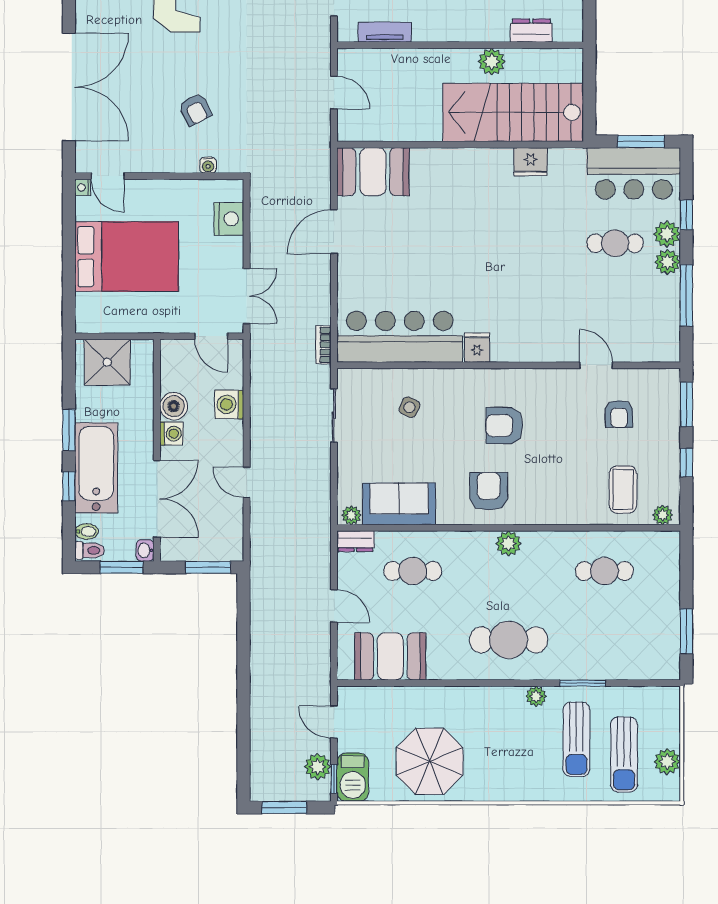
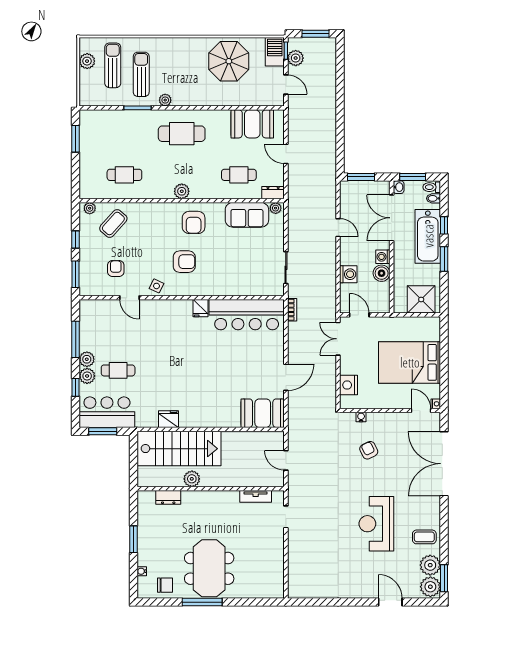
side table: (410, 407) -> (156, 286), moved
coffee table: (623, 489) -> (113, 223), turned 42

